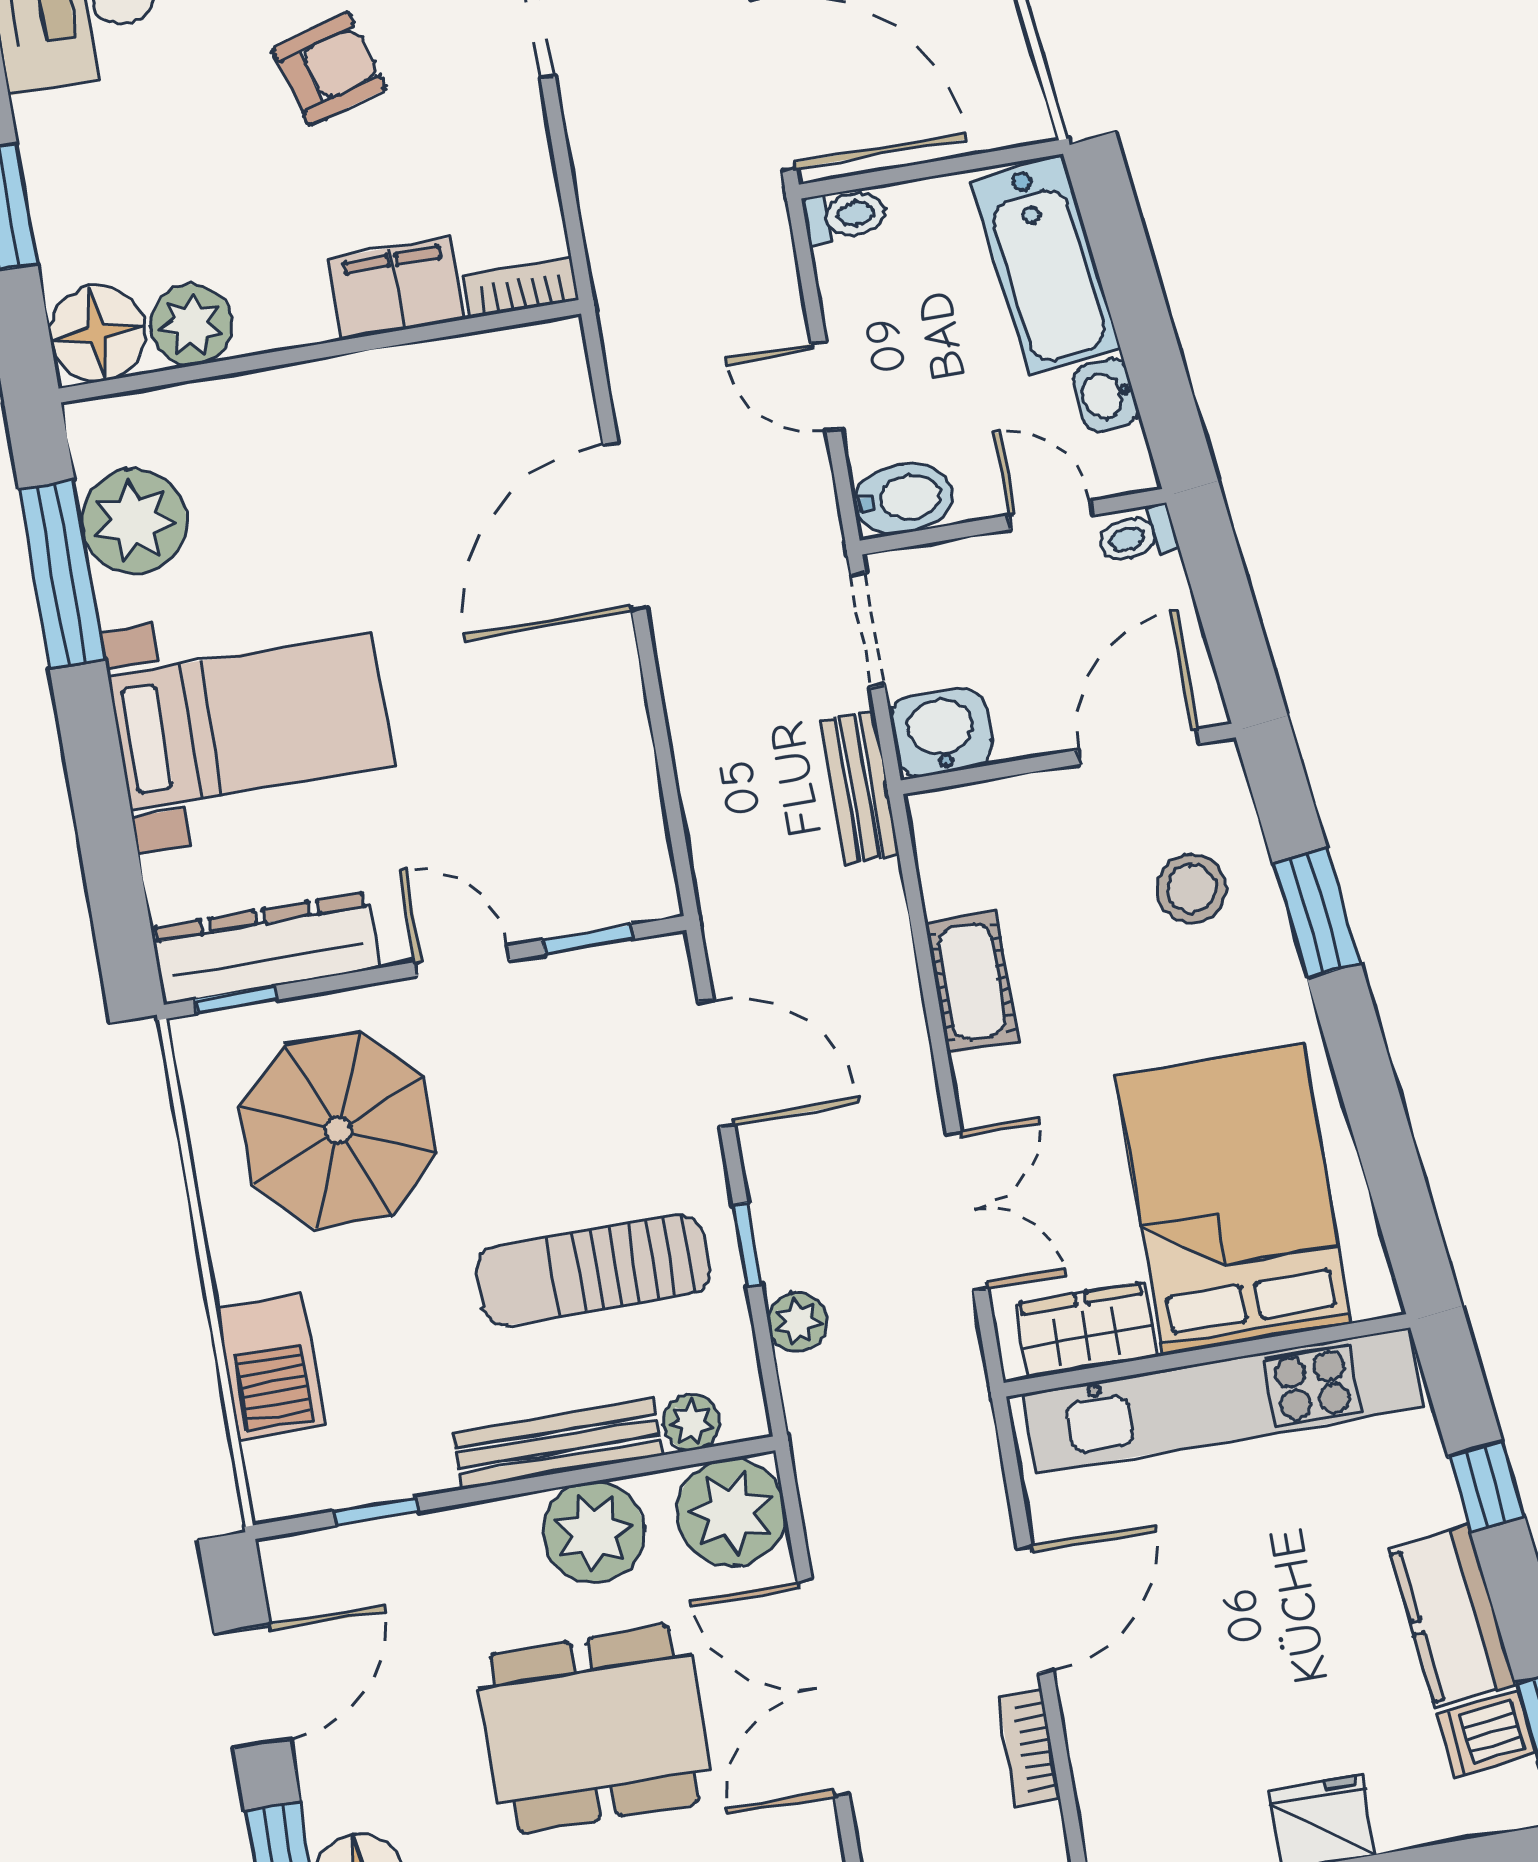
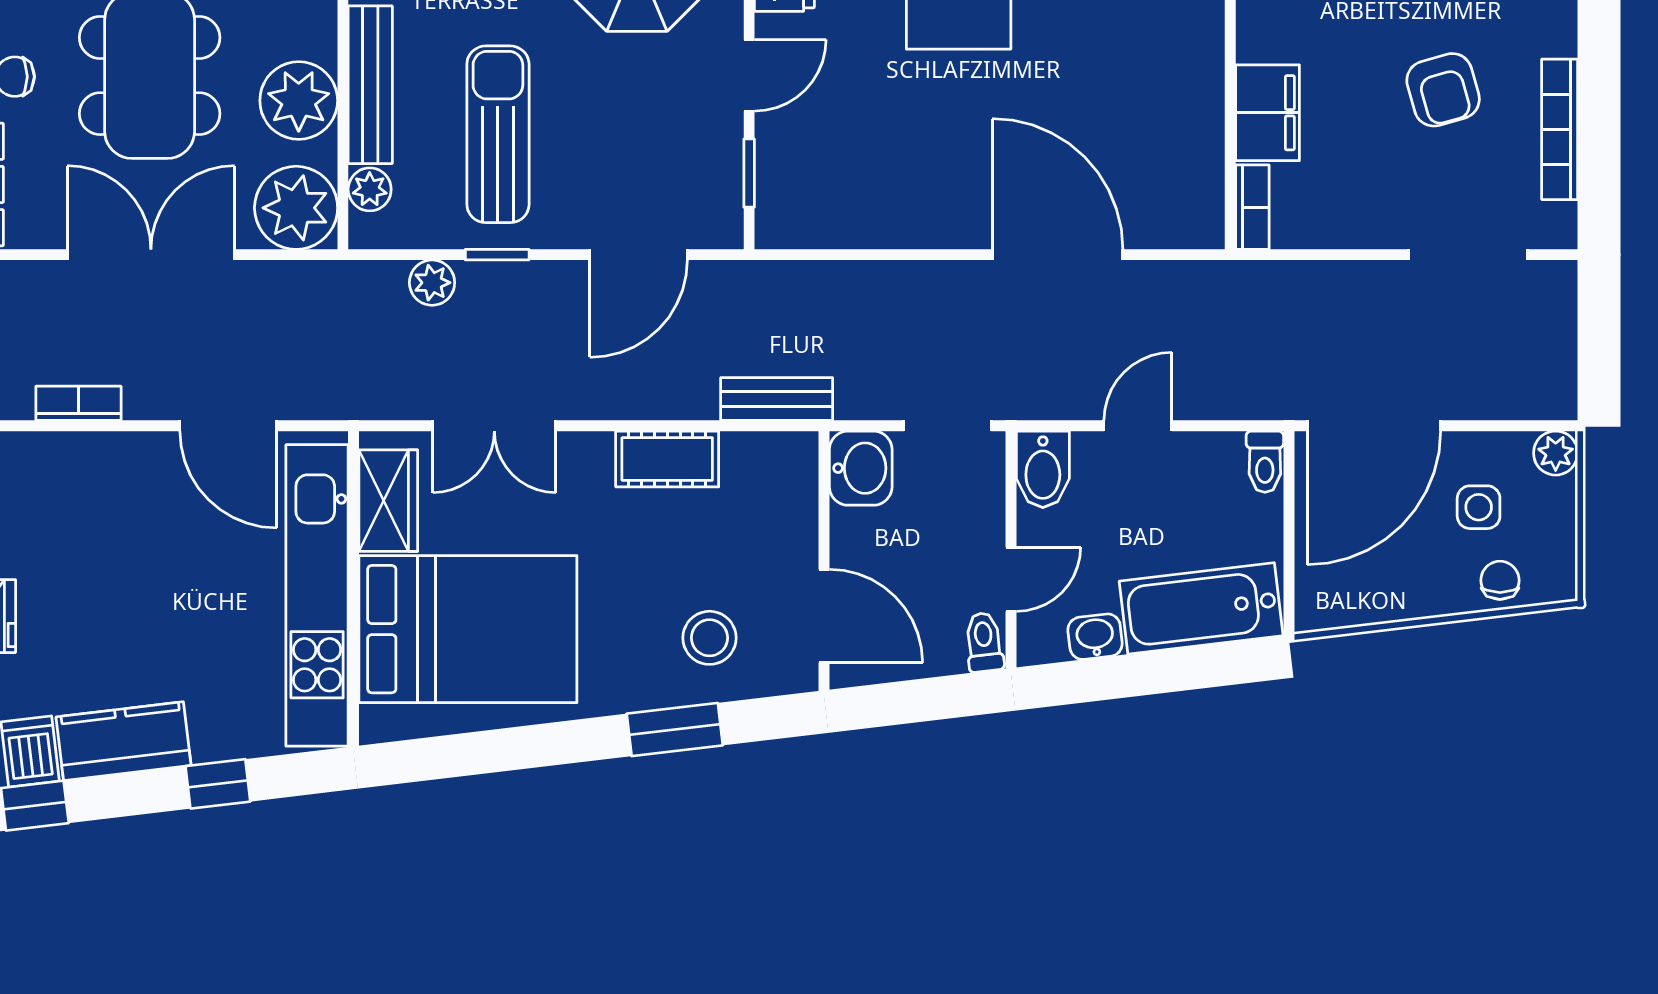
bench: (859, 787) -> (777, 399), moved
door: (1035, 1609) -> (228, 426), moved

